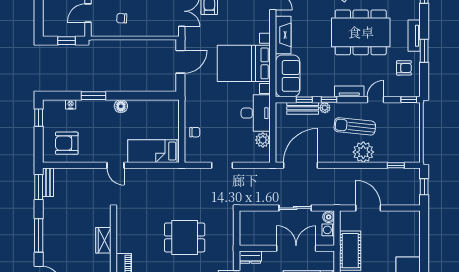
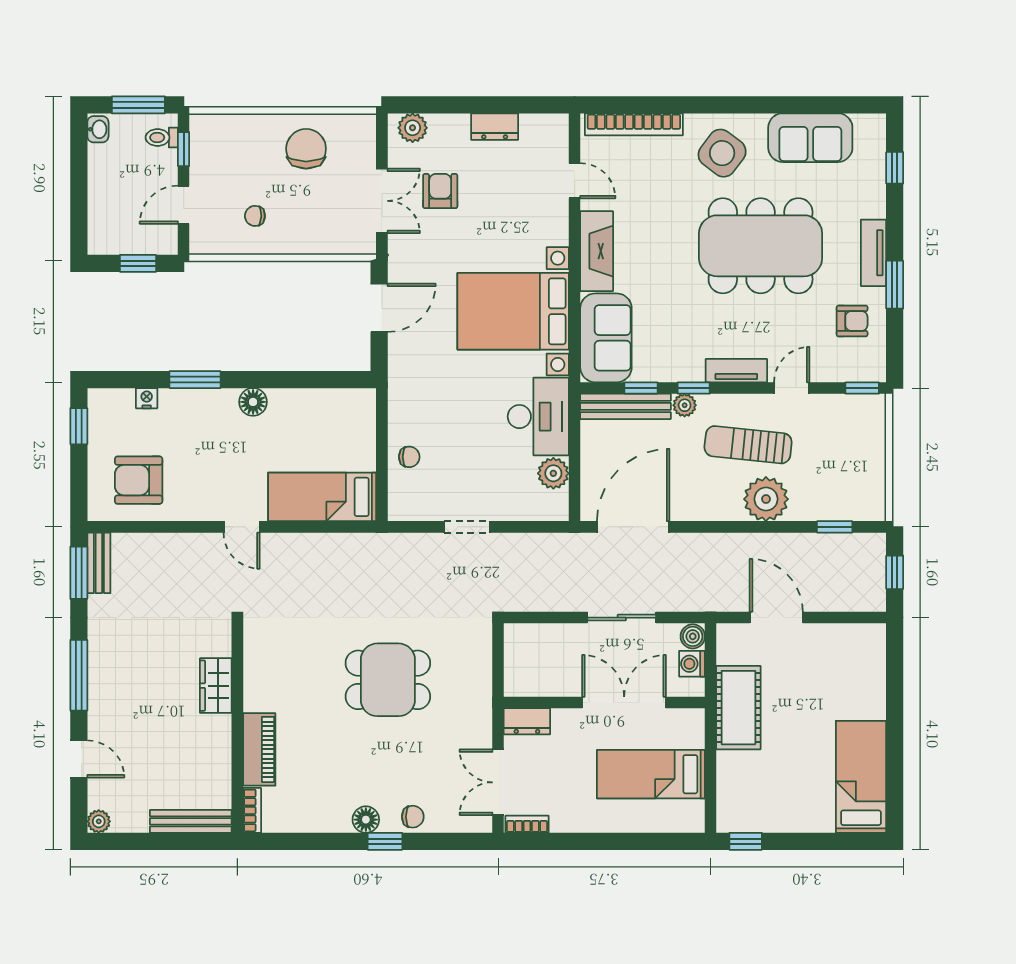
bench: (303, 108) -> (626, 406), width x1.36

